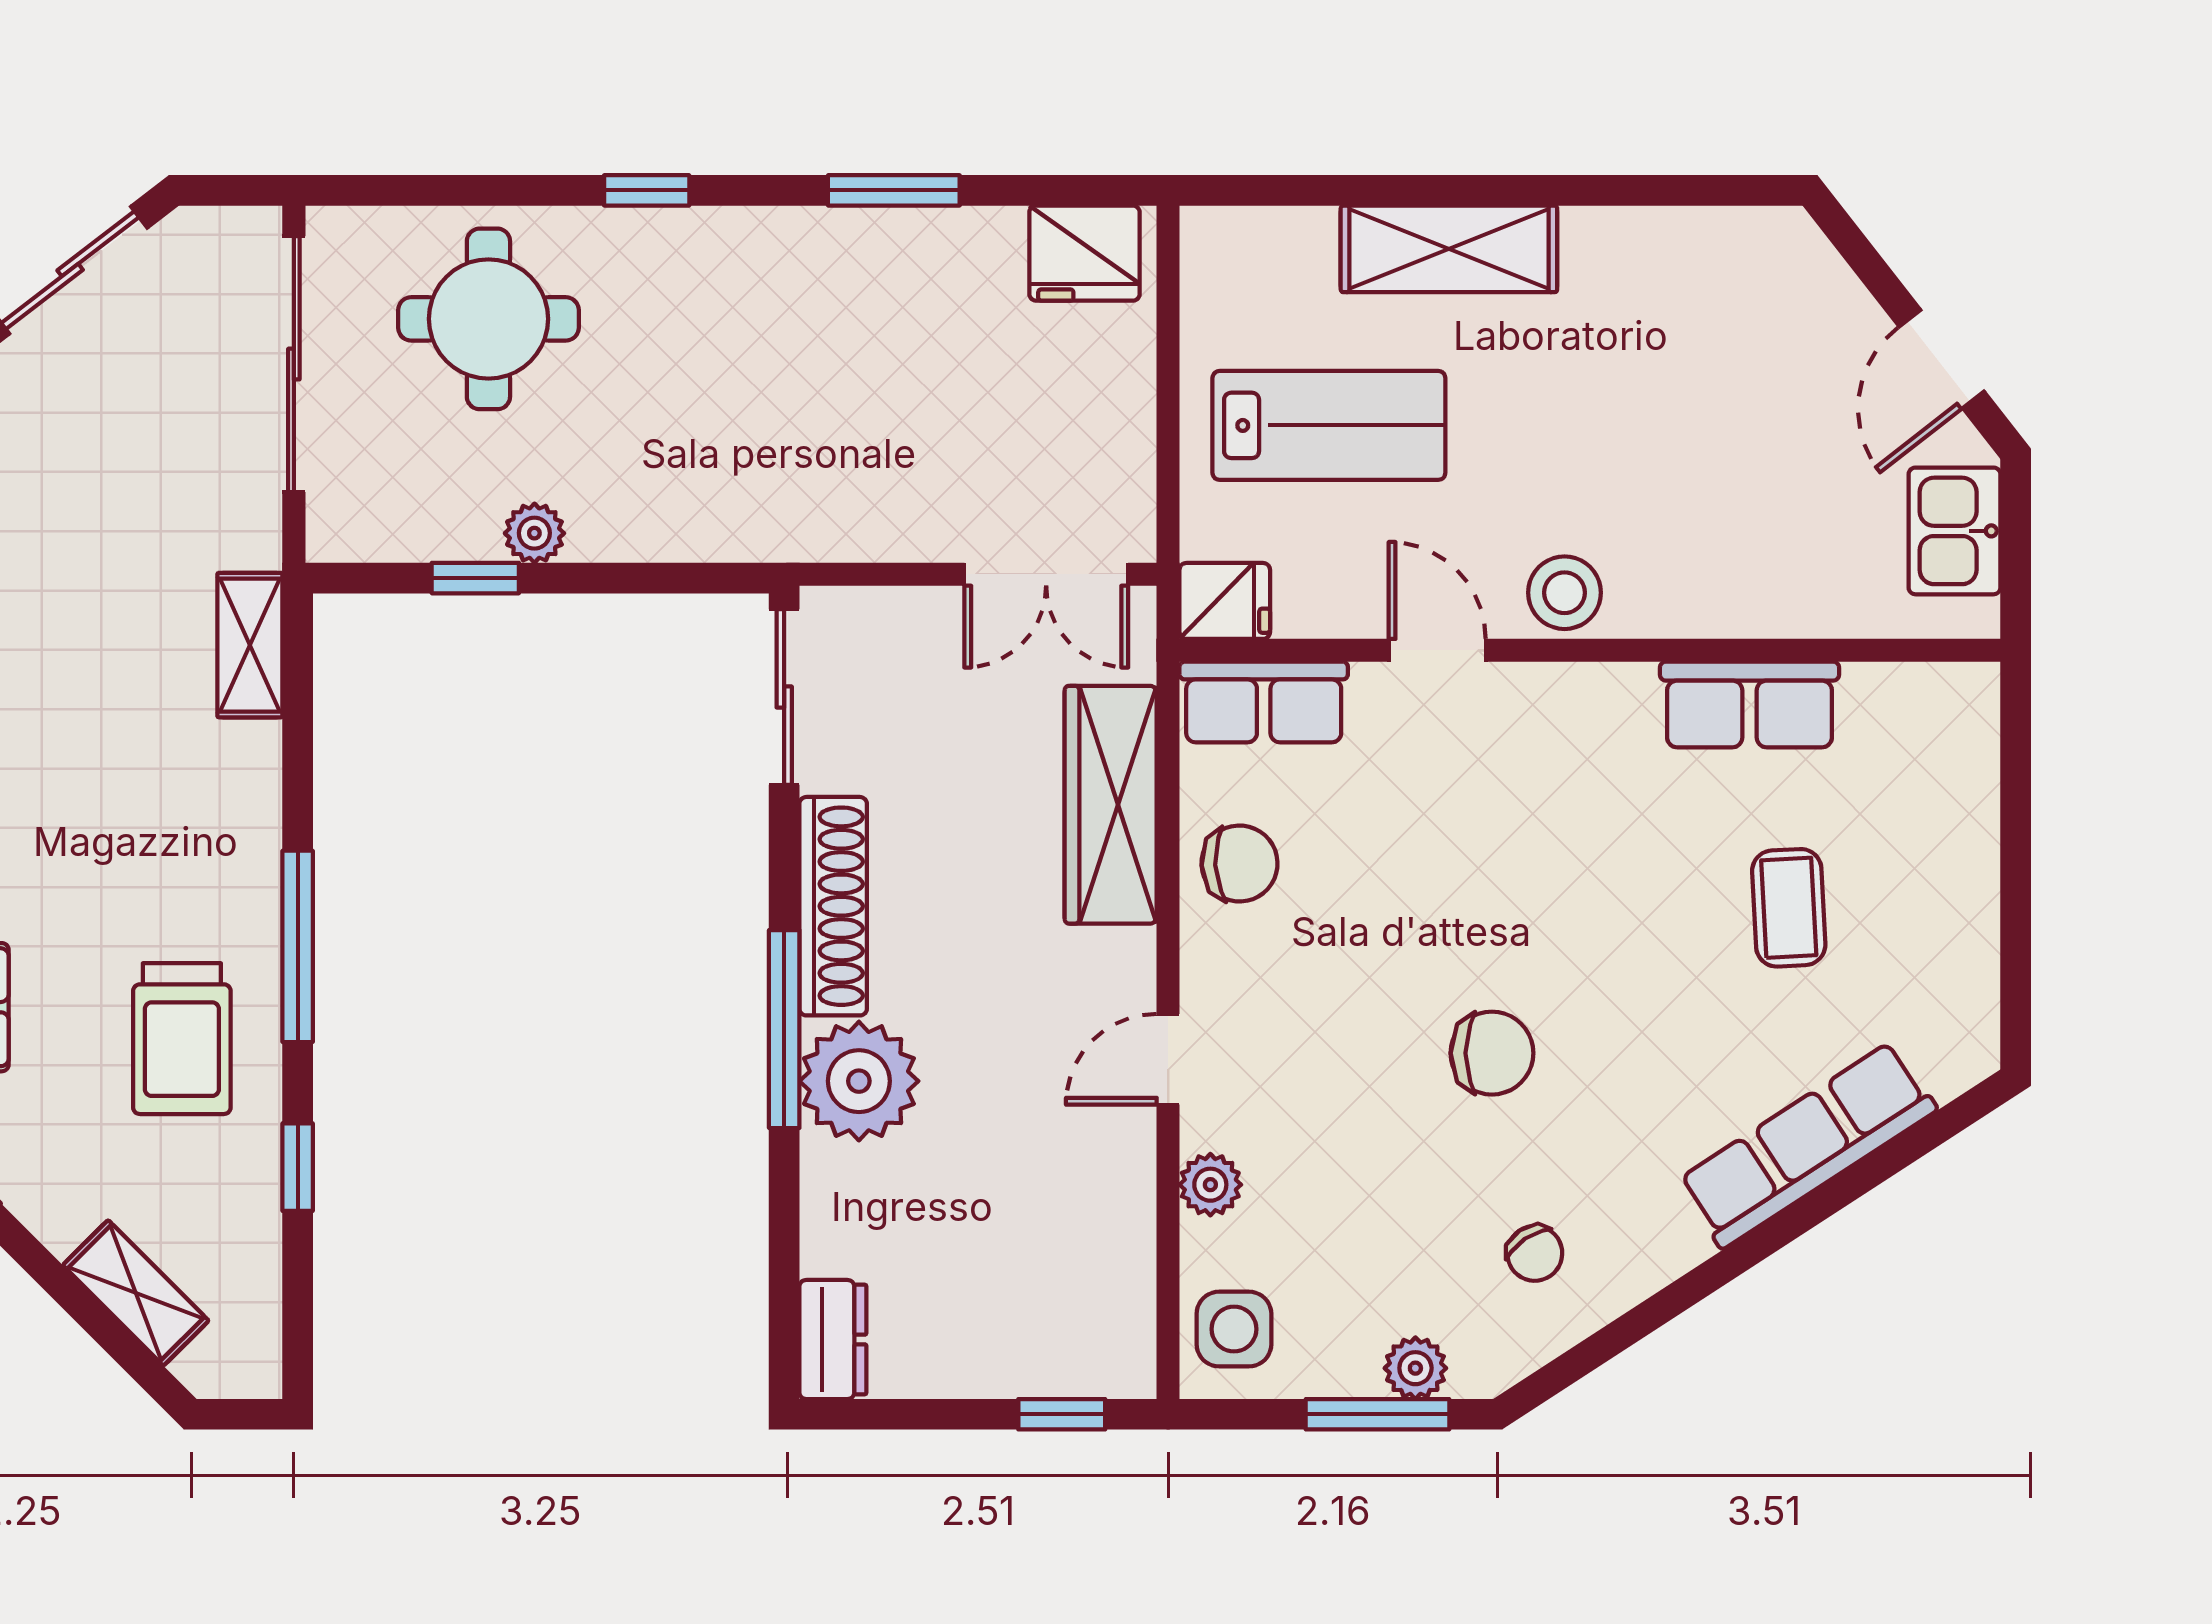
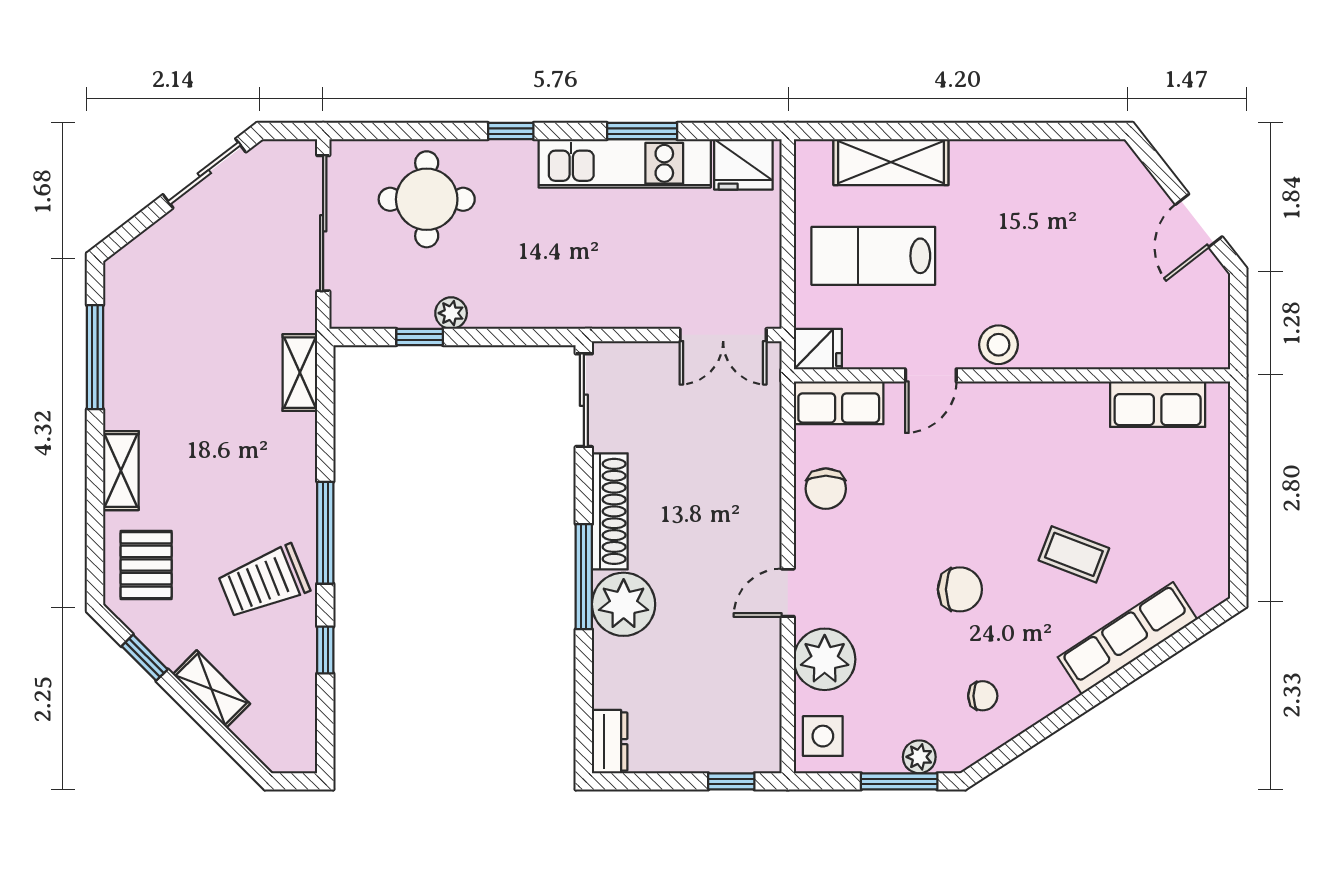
shelving: (1449, 249) -> (891, 162), moved
kitchen unit: (861, 251) -> (625, 163), added
lab bench: (1329, 425) -> (873, 256), turned 180
kitchen sink: (1955, 531) -> (1206, 312), removed
door: (1437, 650) -> (931, 375), swing flipped
row of seats: (1750, 705) -> (1158, 404), moved
wardrobe: (1111, 805) -> (757, 457), removed
chair: (1240, 864) -> (826, 489), turned 93
coffee table: (1789, 908) -> (1074, 554), moved, turned -66
trolley: (182, 1039) -> (264, 582), turned 68
plant: (1210, 1185) -> (825, 659), width x1.88, depth x1.88
chair: (1535, 1253) -> (983, 696), turned -56
shelving: (136, 1293) -> (211, 689), moved

